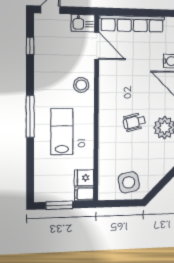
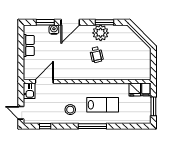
row of seats: (132, 24) -> (29, 45), width x0.50
stool: (81, 85) -> (70, 110), moved
lab bench: (62, 132) -> (103, 105), turned 180
side table: (129, 182) -> (139, 58), removed

